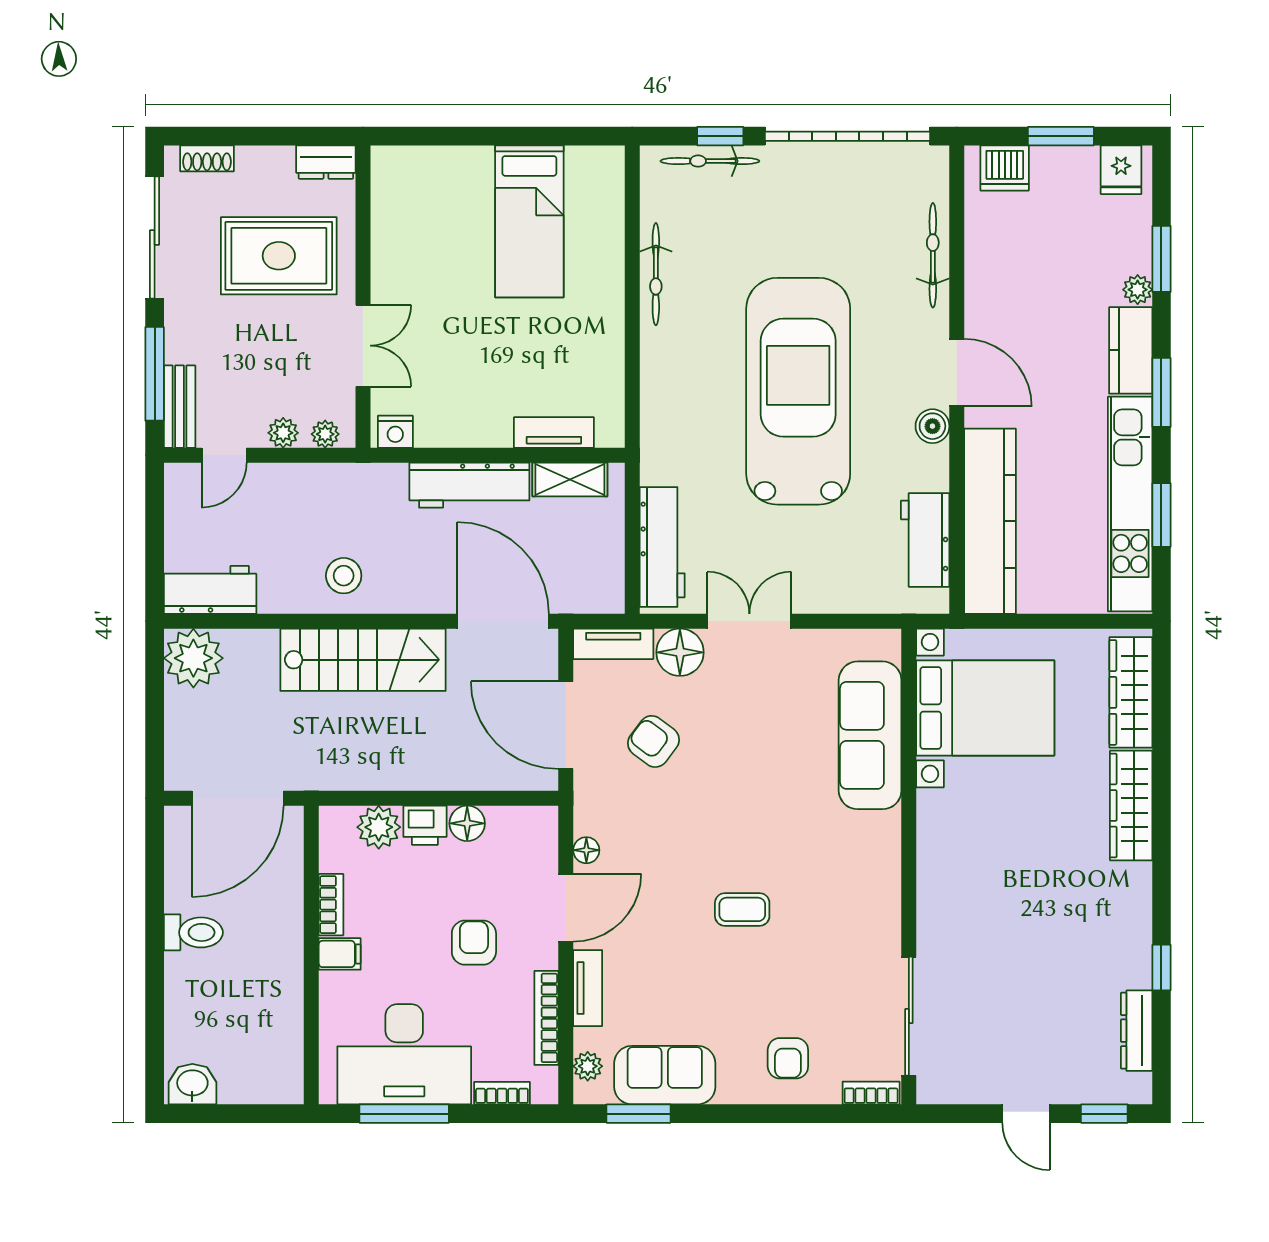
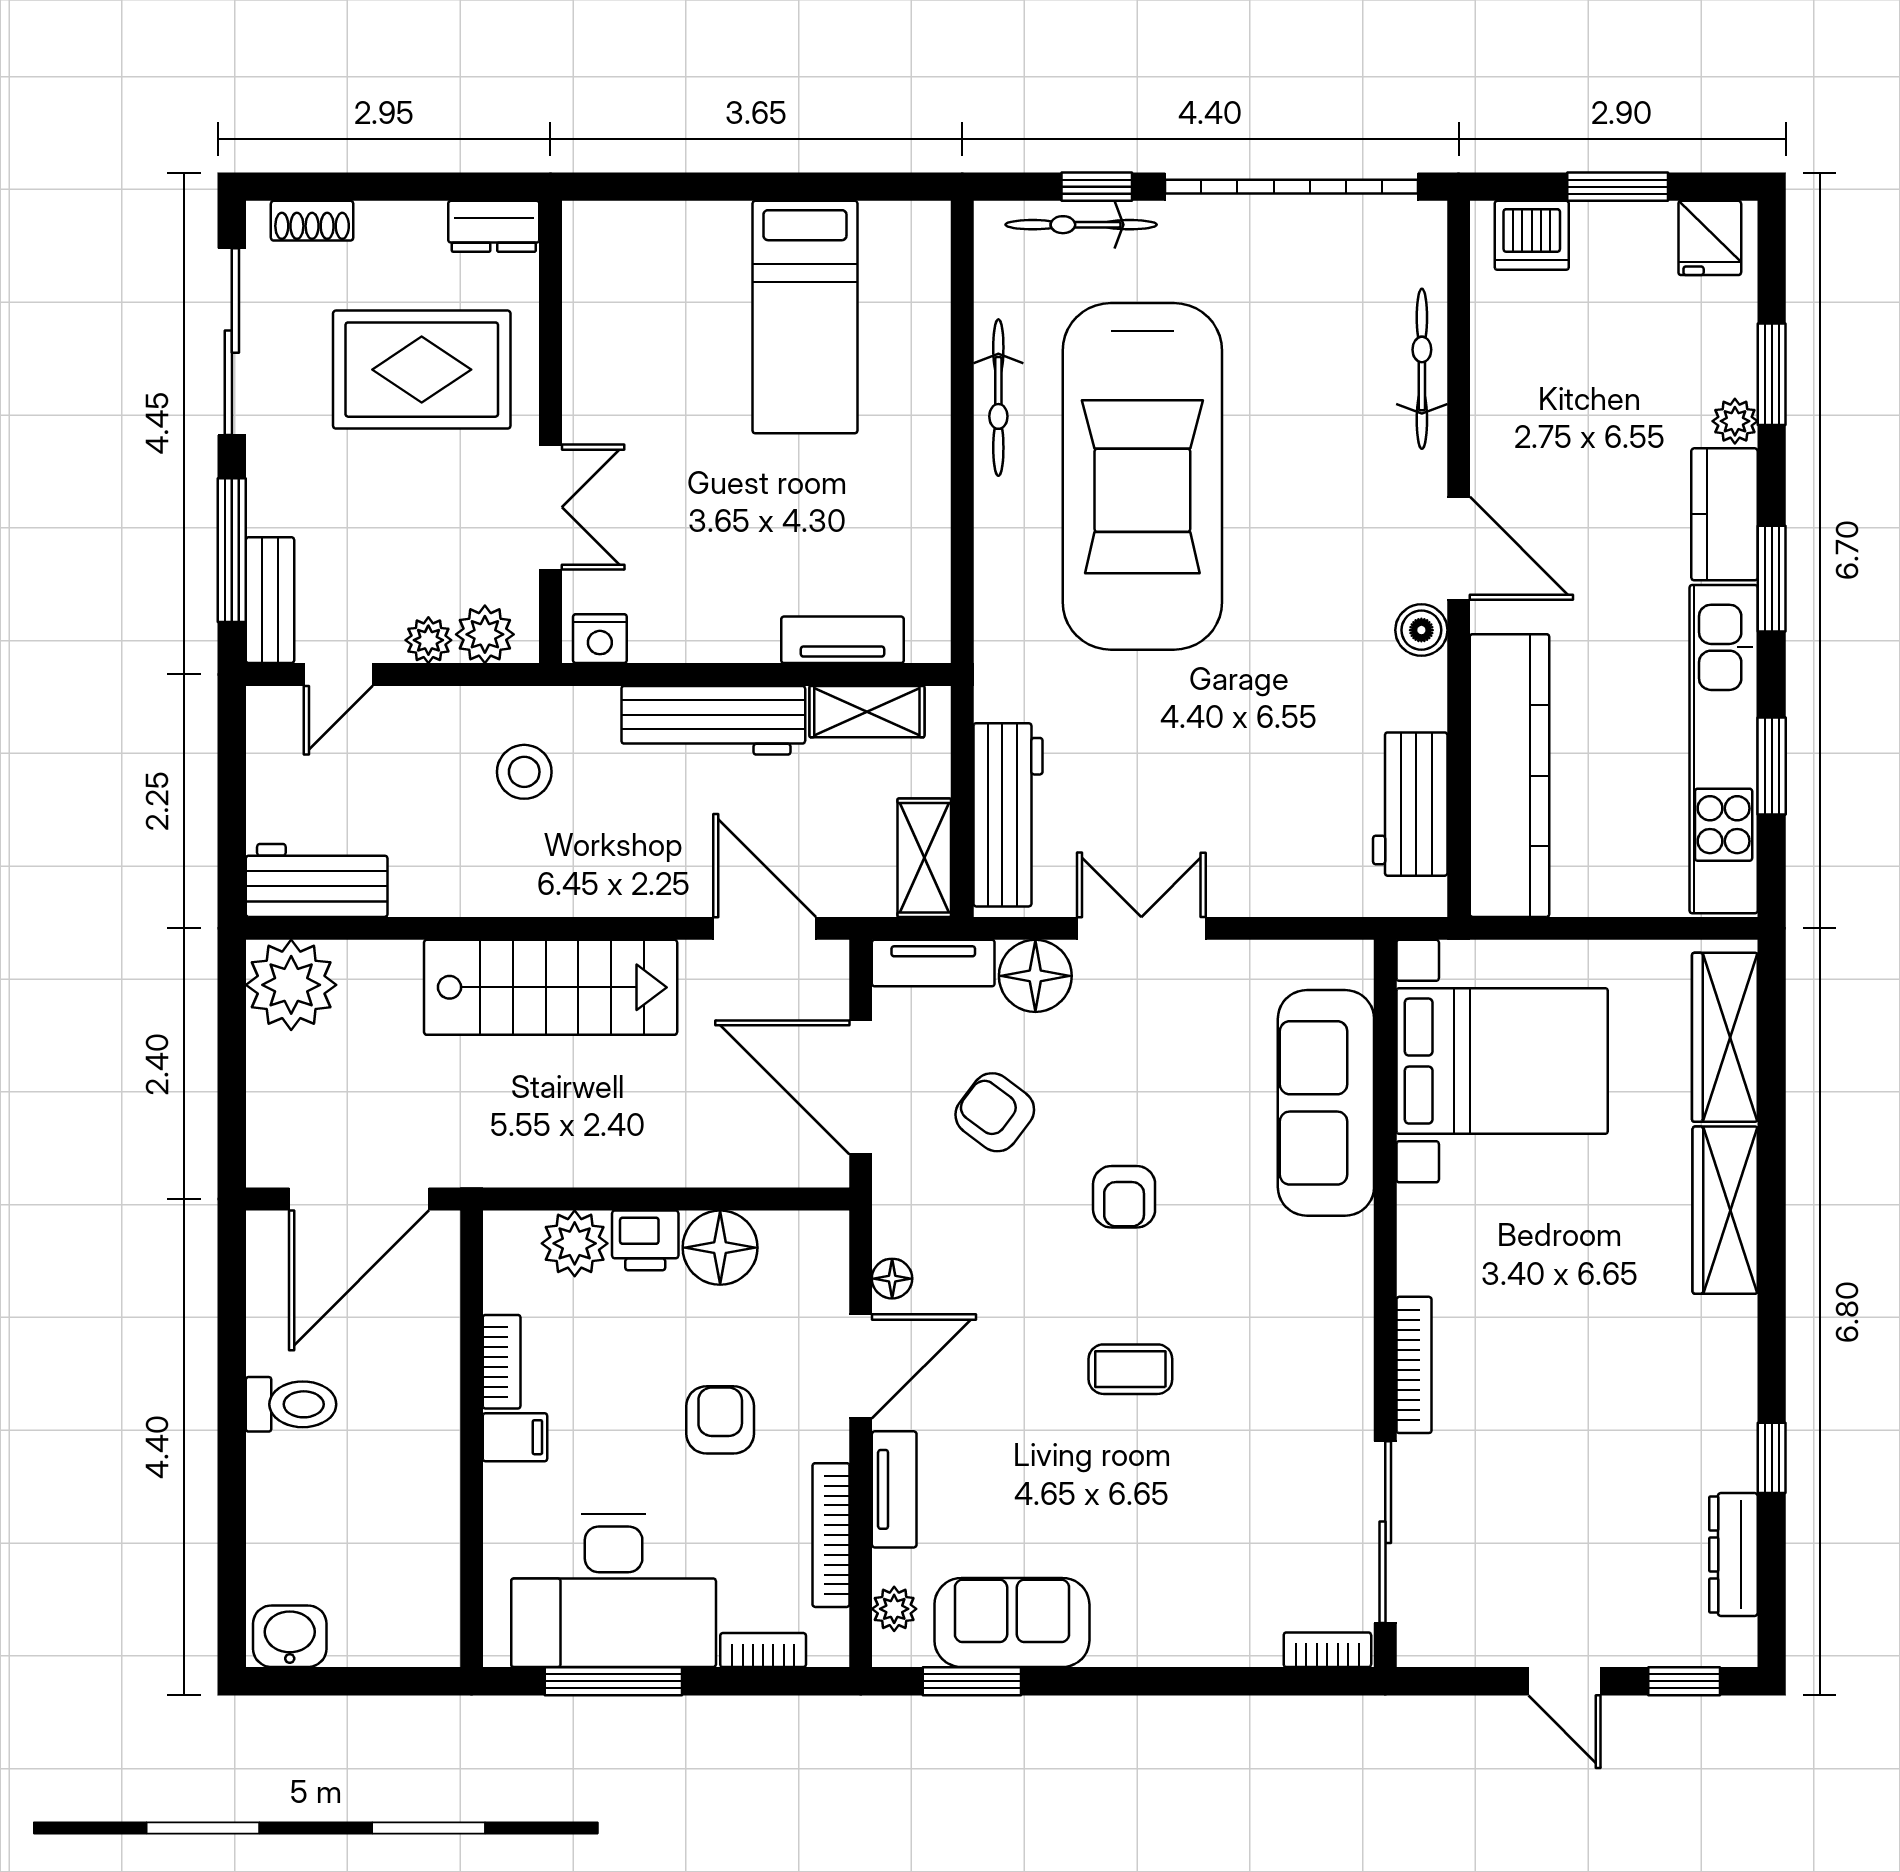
car: (798, 391) -> (1142, 476), moved, turned 180
plant: (325, 434) -> (485, 634), width x1.38, depth x1.38
shelving: (607, 575) -> (924, 858), added
stool: (344, 576) -> (524, 772), moved
door: (503, 621) -> (765, 928), width x0.73
floor lamp: (467, 823) -> (720, 1248), width x1.38, depth x1.38
bookcase: (928, 907) -> (1414, 1365), added
armchair: (788, 1058) -> (1124, 1197), moved

